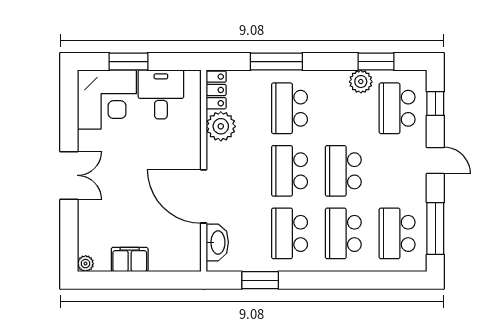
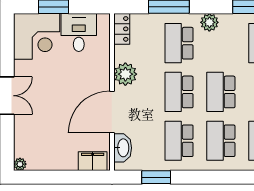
plant: (361, 82) -> (209, 22), moved
plant: (221, 126) -> (125, 74), moved
door: (204, 196) -> (112, 112), hinge flipped
filing cabinet: (130, 259) -> (93, 161), moved

